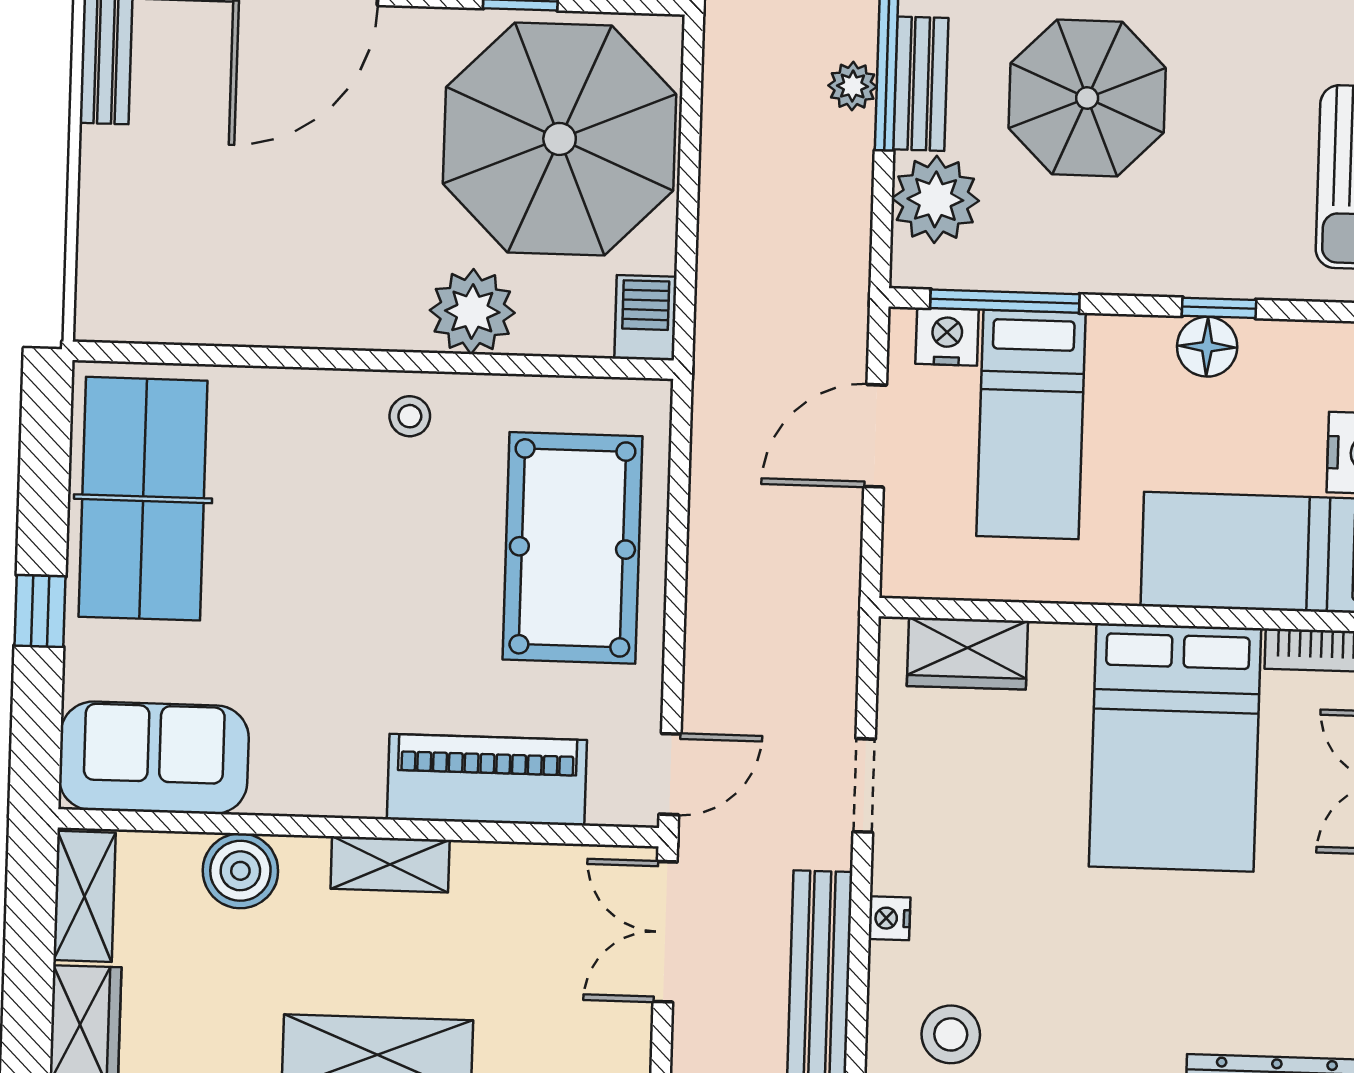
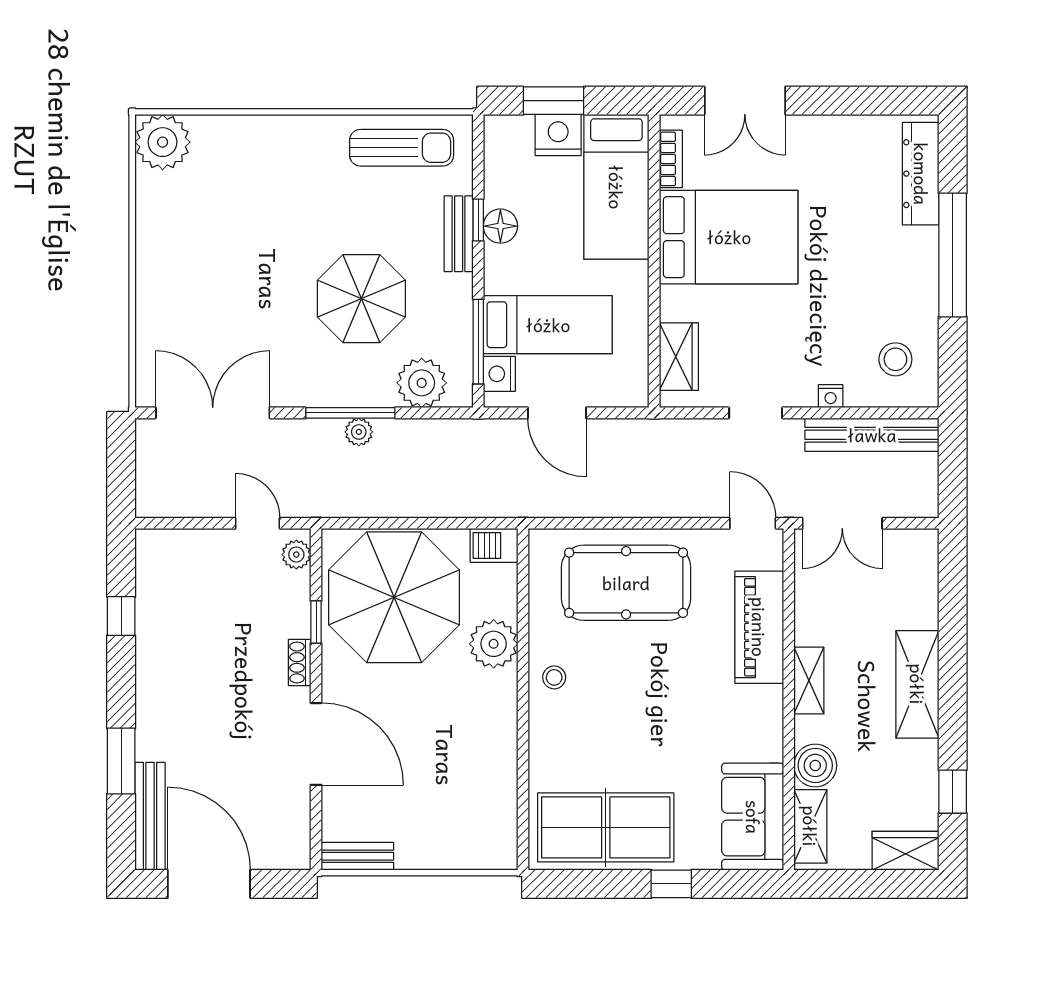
bench: (921, 84) -> (459, 234), moved, turned 90
shelving: (85, 896) -> (810, 826), moved, turned 90

